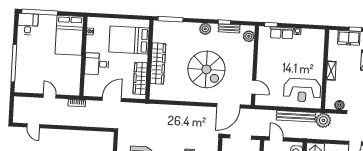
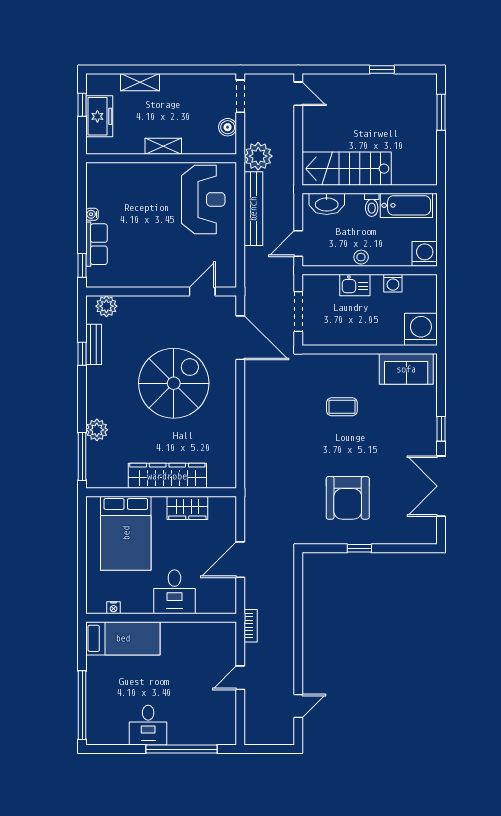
desk: (28, 24) -> (148, 725), moved, turned -90
plant: (205, 29) -> (97, 430), moved
bed: (69, 35) -> (123, 638), width x0.67
wardrobe: (140, 78) -> (187, 508), width x0.67
door: (112, 99) -> (240, 560), hinge flipped

